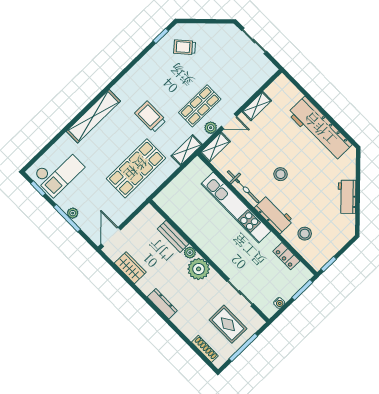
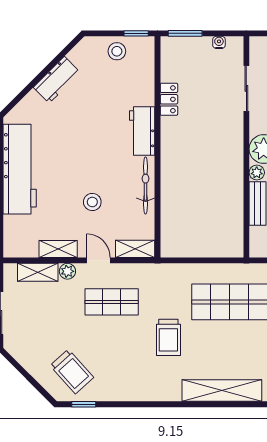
trolley: (185, 47) -> (72, 372), width x1.36, depth x1.39
plant: (211, 128) -> (67, 271), moved
shelving: (187, 150) -> (38, 272), moved
stool: (281, 174) -> (92, 202), moved
kitchen unit: (236, 207) -> (172, 173), removed
stool: (305, 234) -> (117, 51), moved
locker: (286, 256) -> (169, 99), moved

